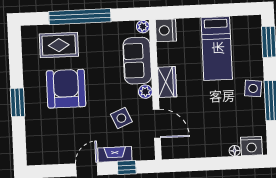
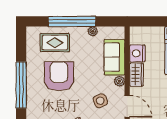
plant: (143, 27) -> (93, 31), moved
nightstand: (166, 30) -> (137, 53), moved
window: (17, 102) -> (21, 85), width x2.11

